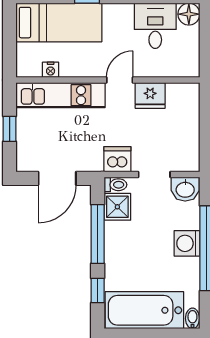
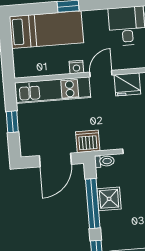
nightstand: (51, 70) -> (76, 67), moved
dishwasher: (117, 159) -> (88, 141), moved
shower: (117, 207) -> (109, 199), moved

